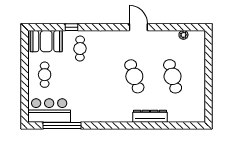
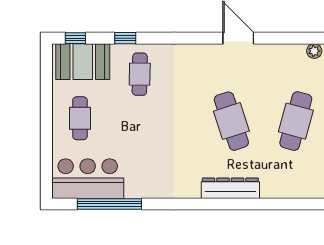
window: (42, 27) -> (75, 38), added
cafe table: (173, 76) -> (296, 121), turned 30
dresser: (150, 116) -> (230, 188), moved

